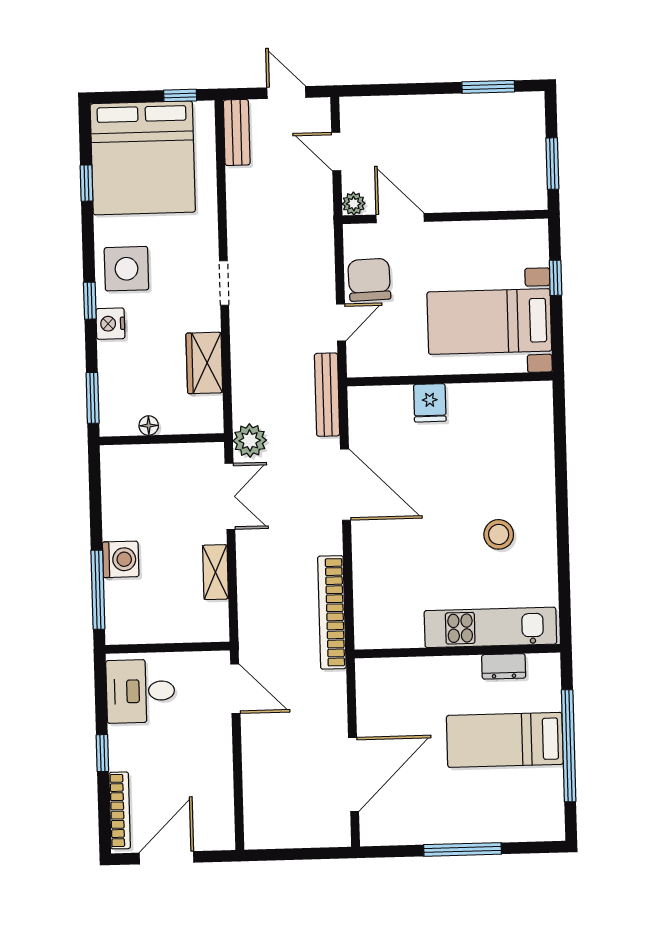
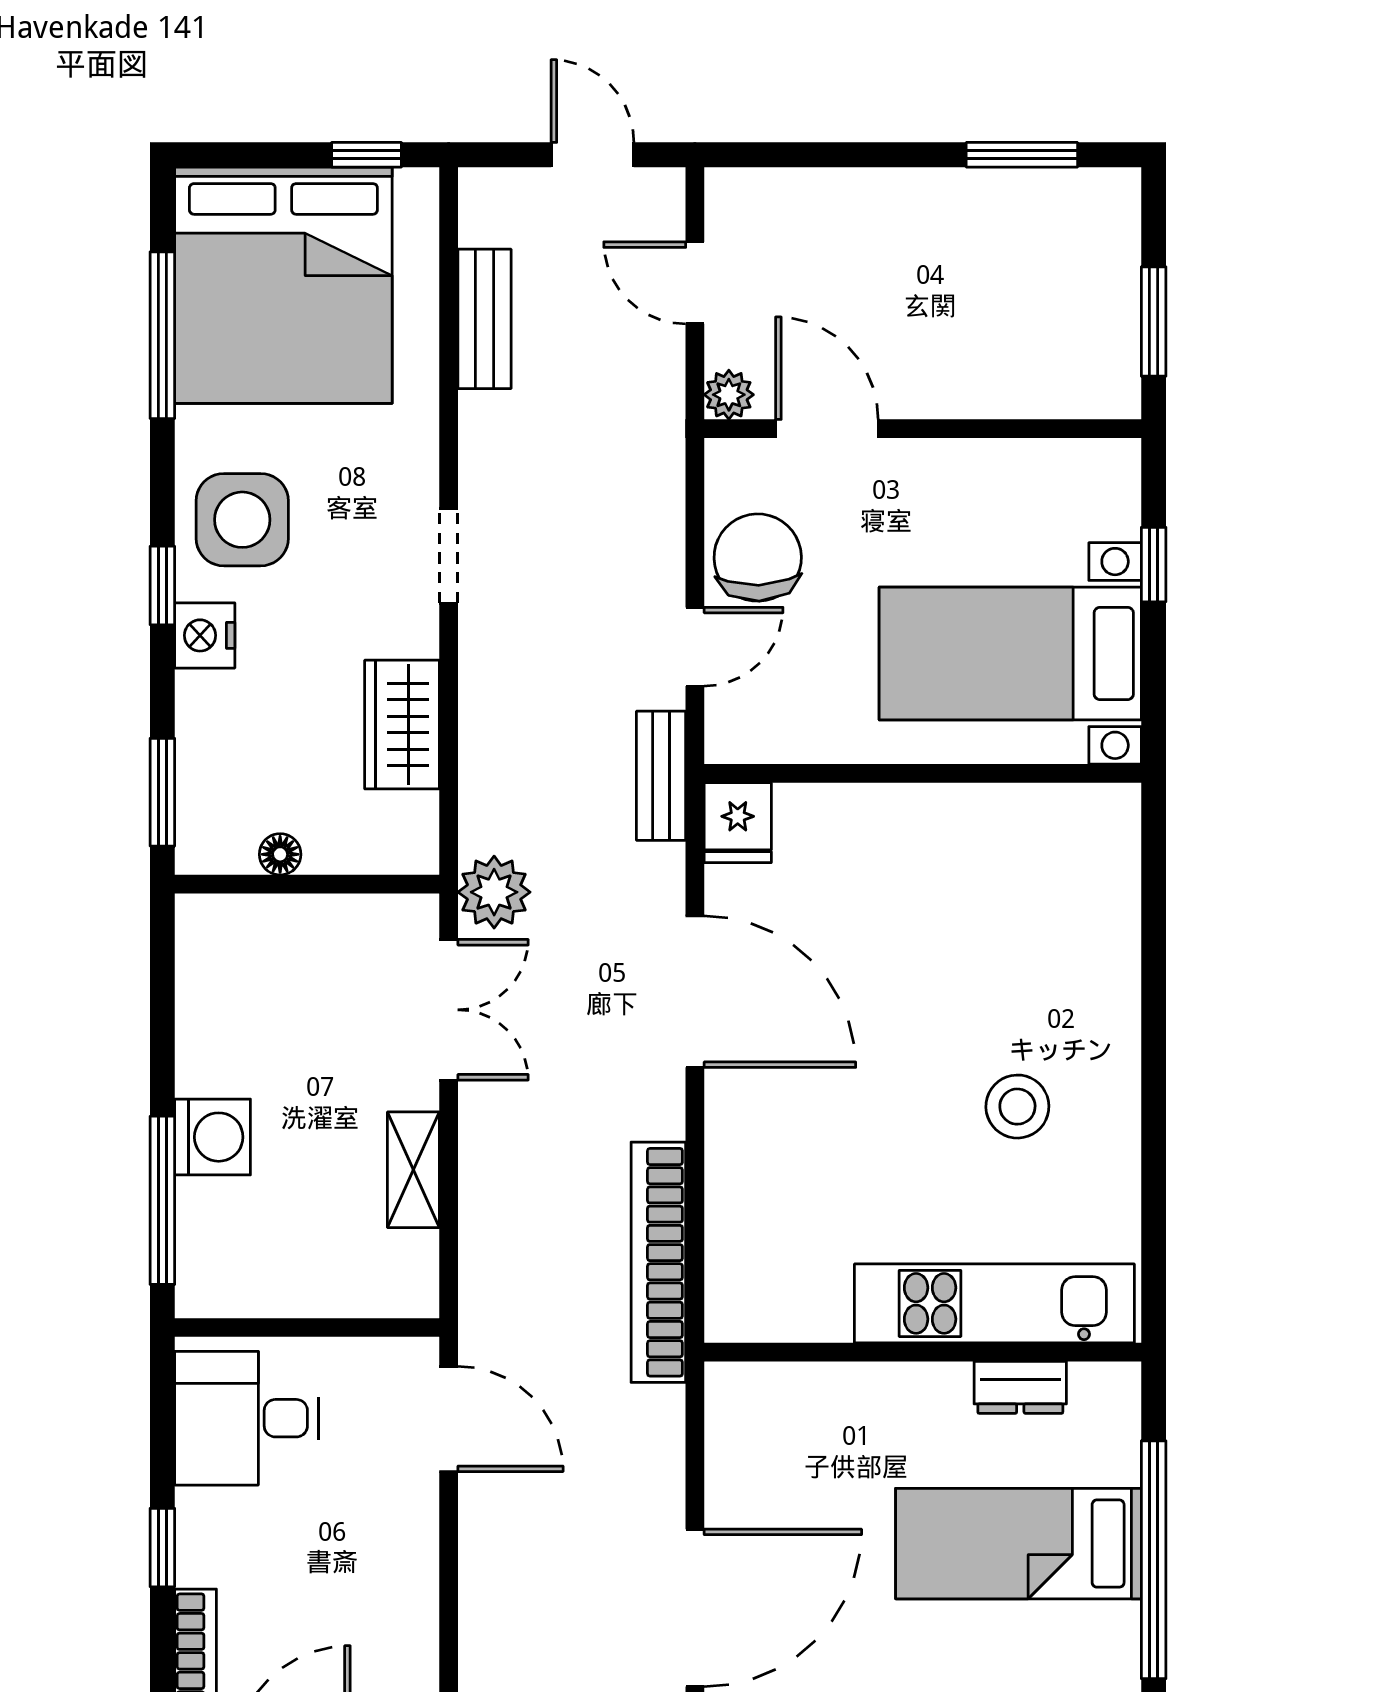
bench: (237, 132) -> (485, 319), moved
window: (87, 183) -> (162, 335), width x2.17
bench: (327, 395) -> (661, 776), width x0.73
fridge: (430, 403) -> (738, 823), moved

